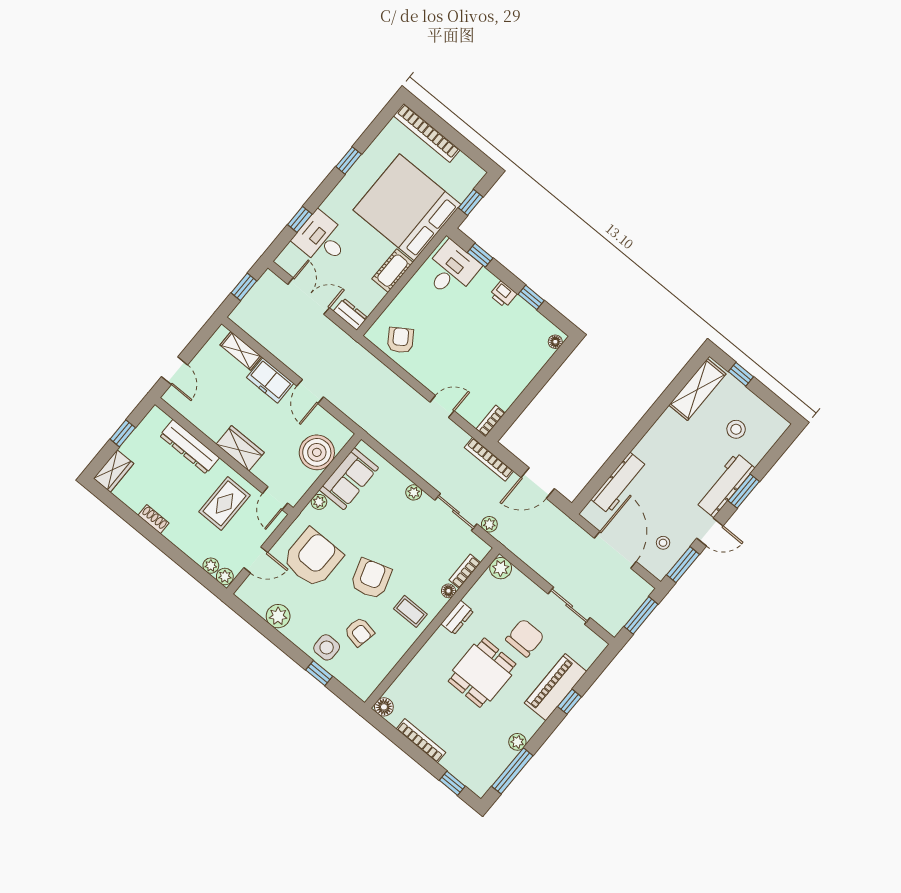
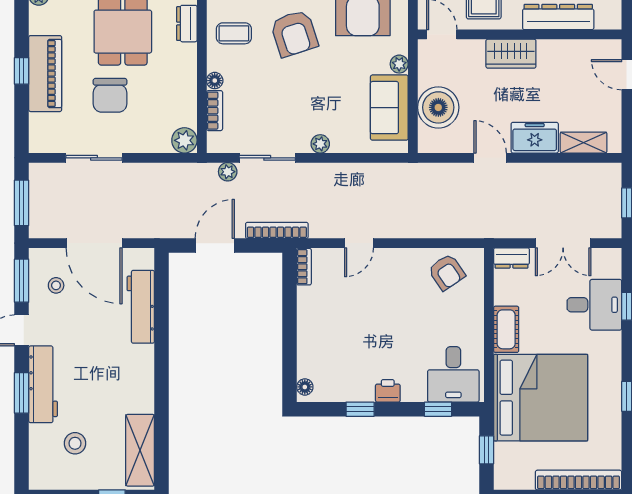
dresser: (457, 617) -> (187, 24), moved

